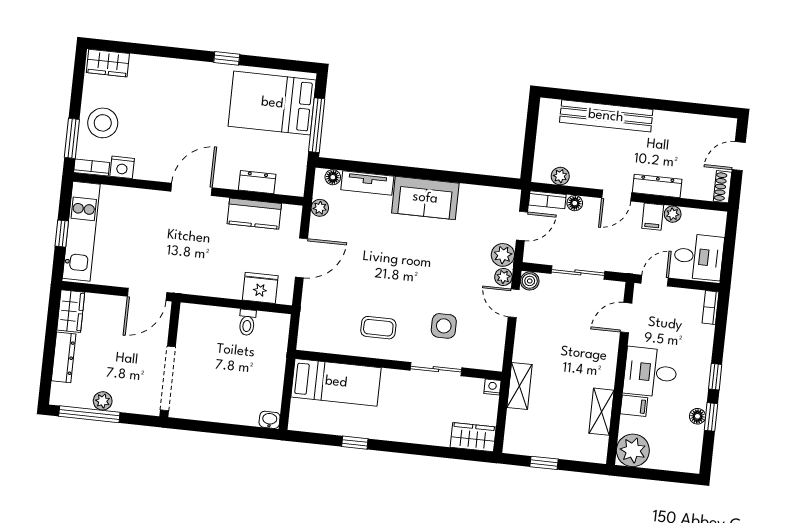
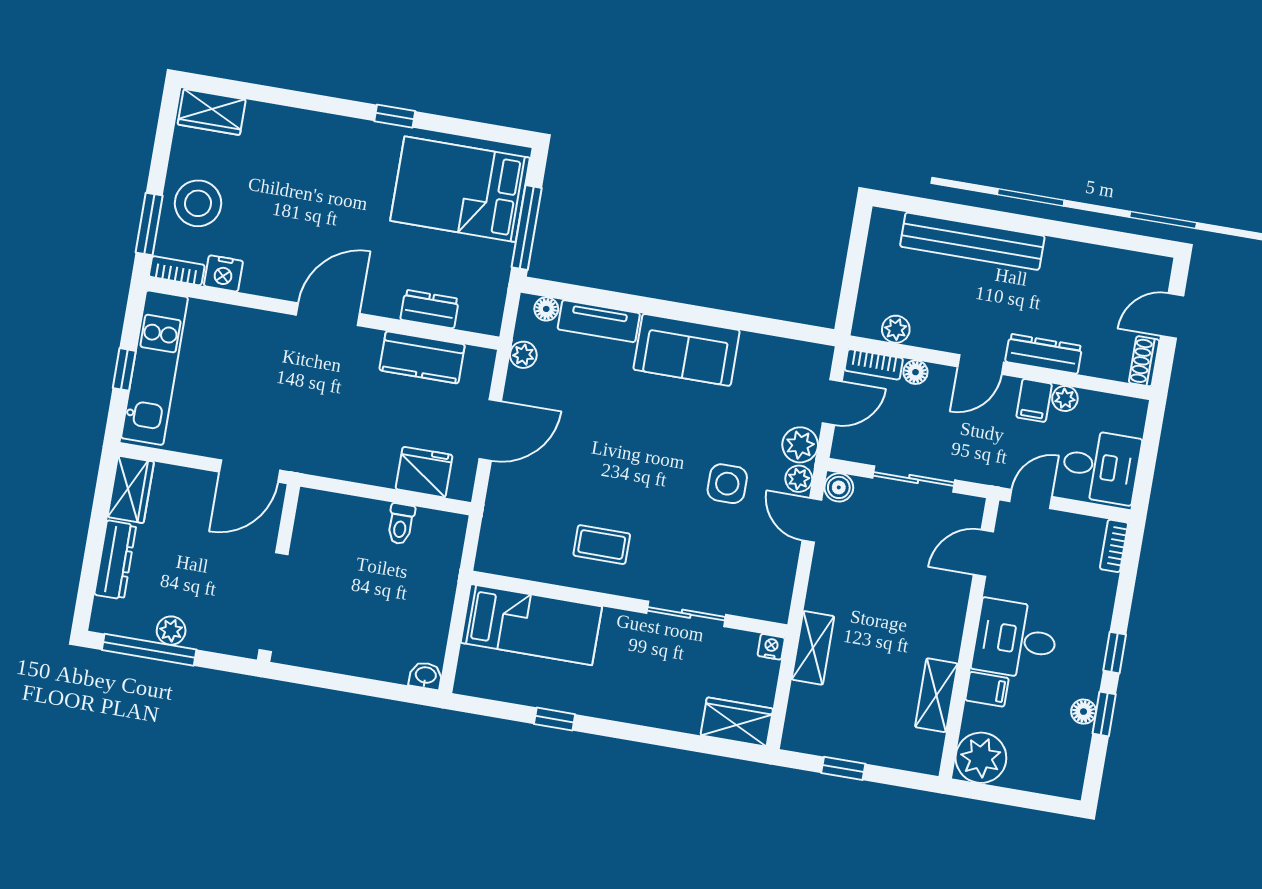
side table: (444, 326) -> (727, 484), moved

